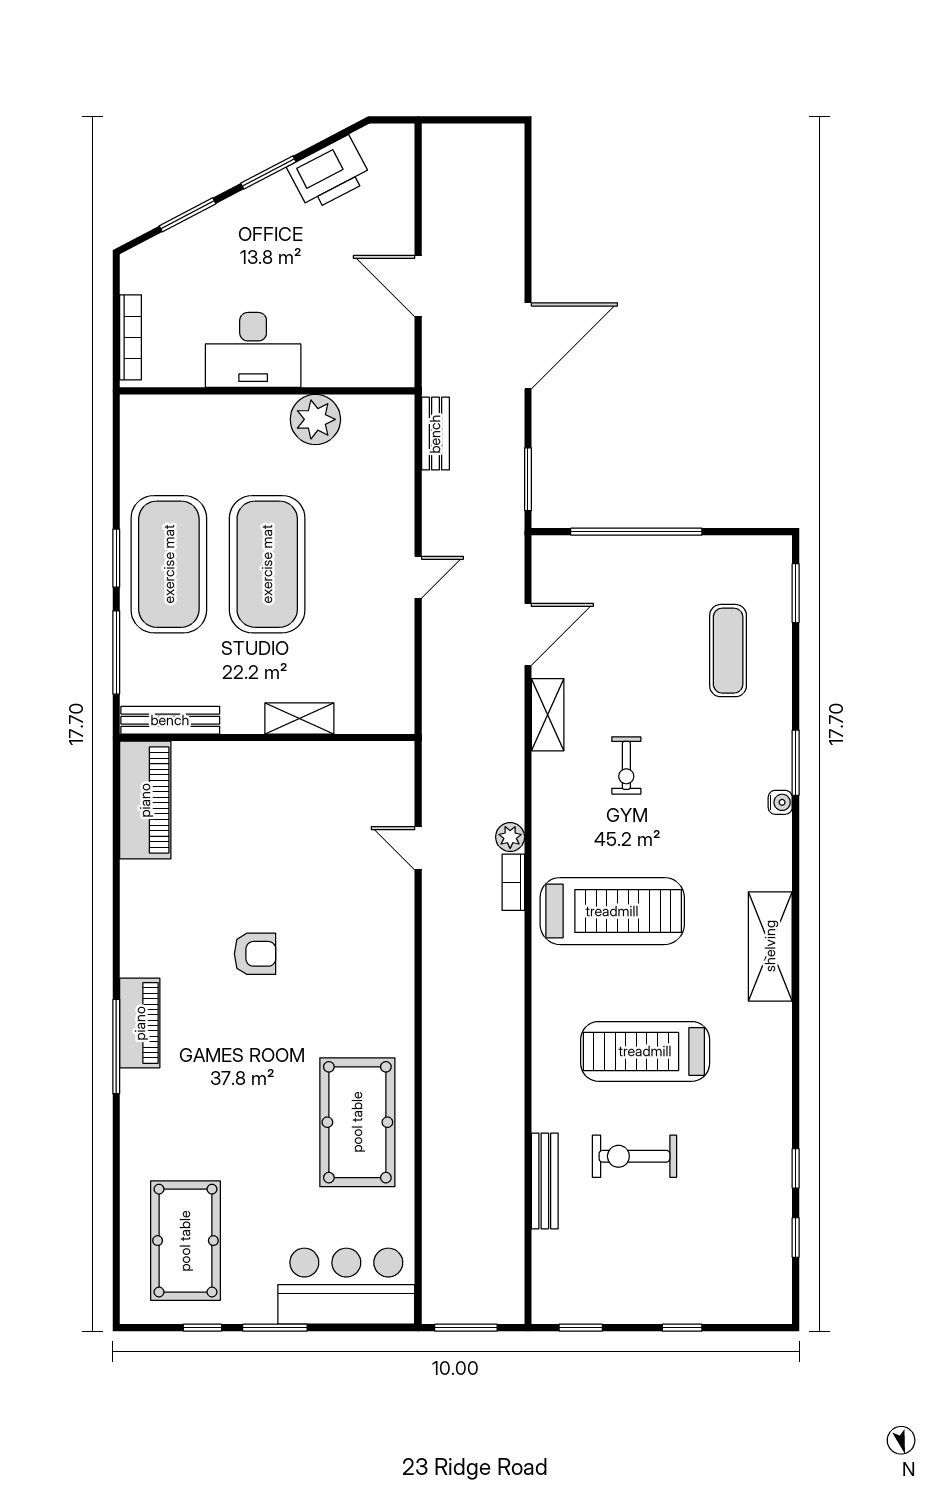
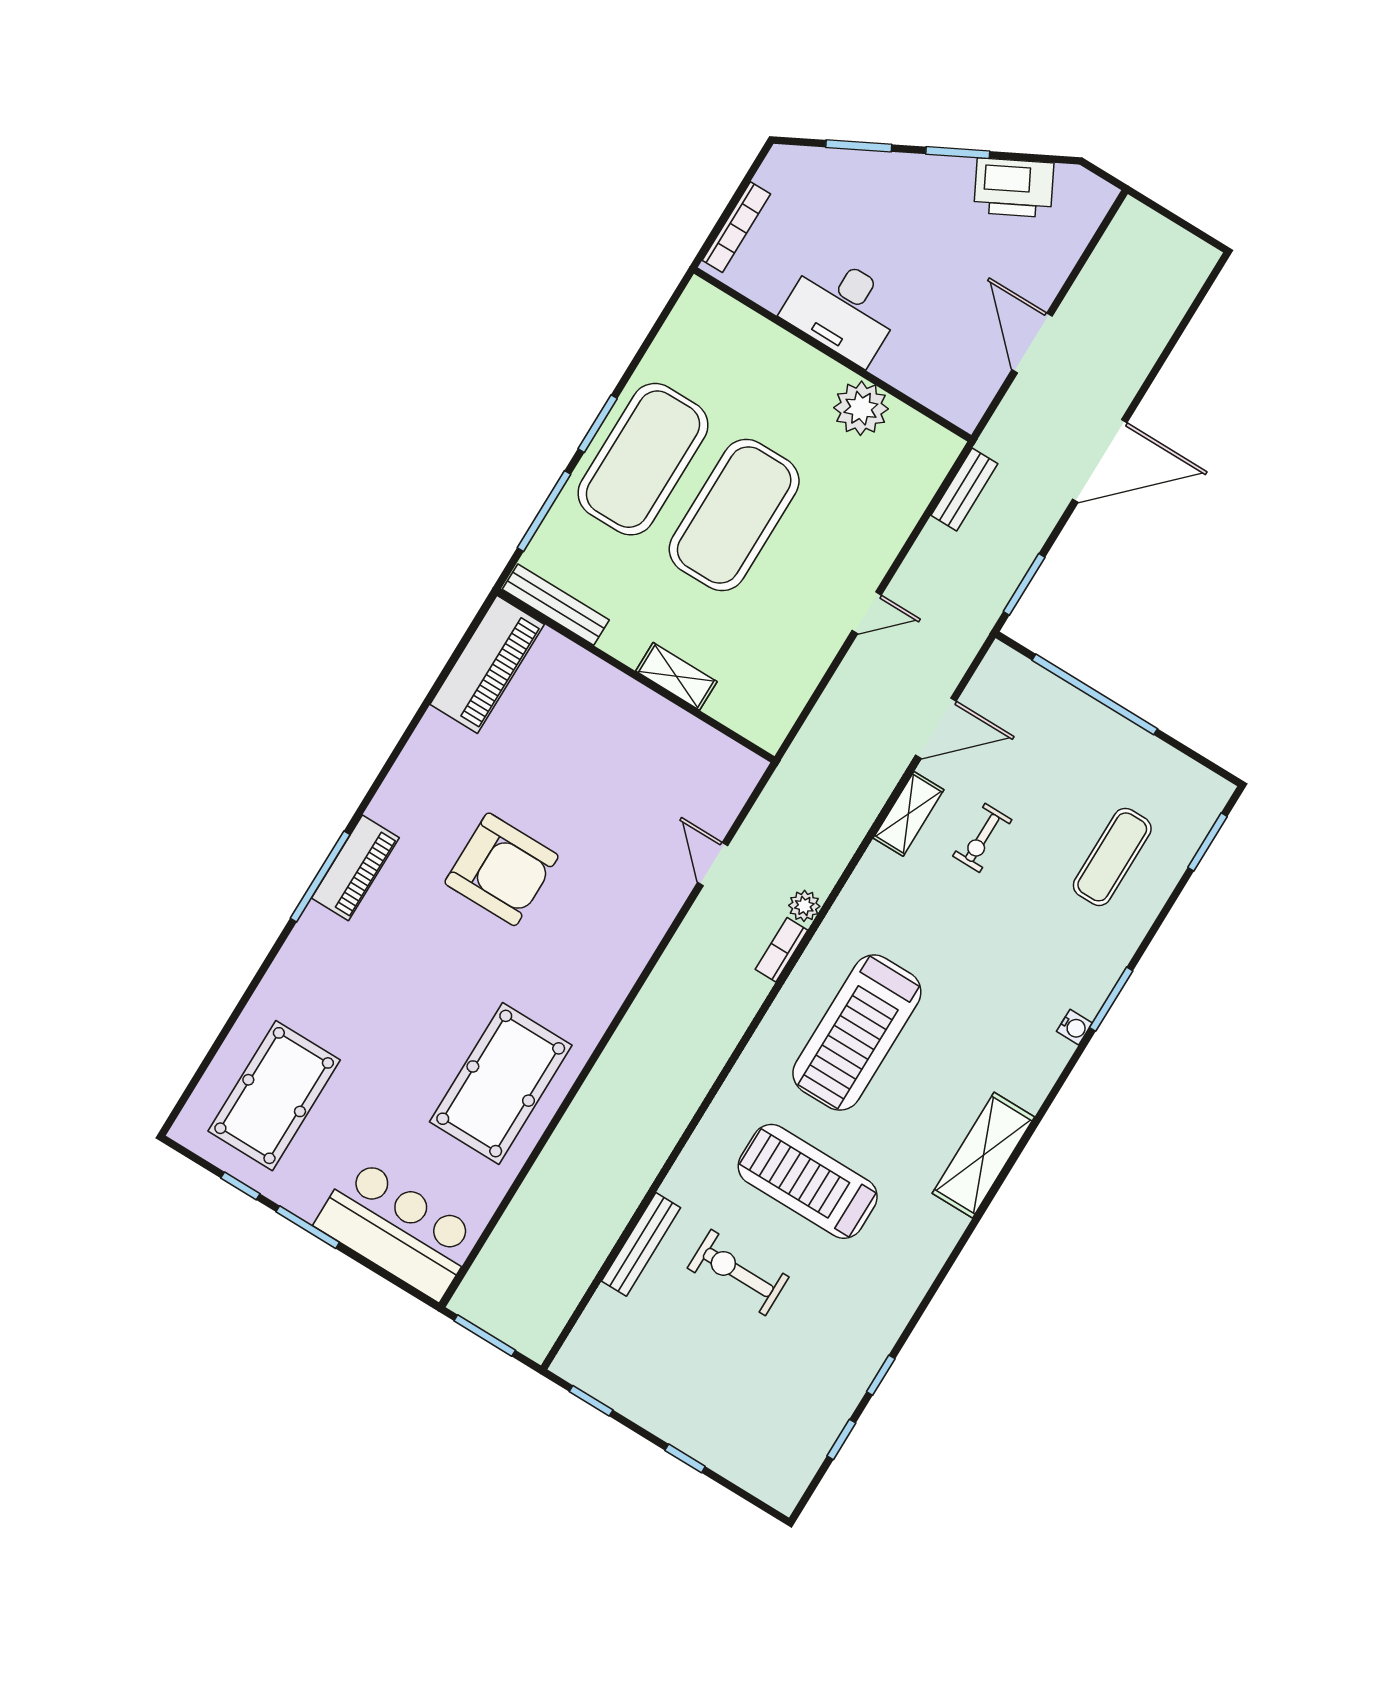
exercise bike: (626, 765) -> (982, 838), moved
treadmill: (612, 911) -> (857, 1033), turned 90
armchair: (255, 954) -> (501, 869), width x1.88, depth x1.88

